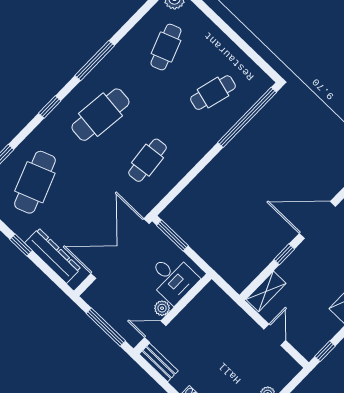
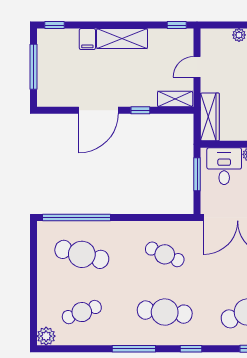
cafe table: (213, 93) -> (82, 254), width x1.37, depth x1.35
cafe table: (147, 160) -> (165, 254), turned 30
door: (317, 220) -> (98, 110), hinge flipped
window: (172, 235) -> (197, 174), moved
wardrobe: (224, 306) -> (210, 117), added

